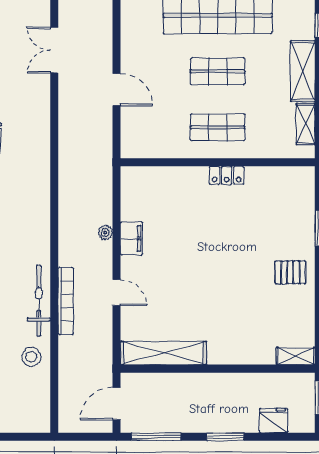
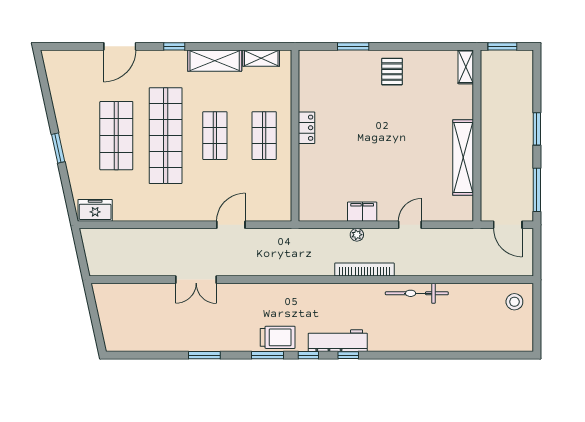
bookcase: (66, 301) -> (364, 270), moved
shelving: (163, 353) -> (463, 158), moved
stool: (31, 357) -> (514, 302), moved
fridge: (273, 421) -> (523, 86), removed

